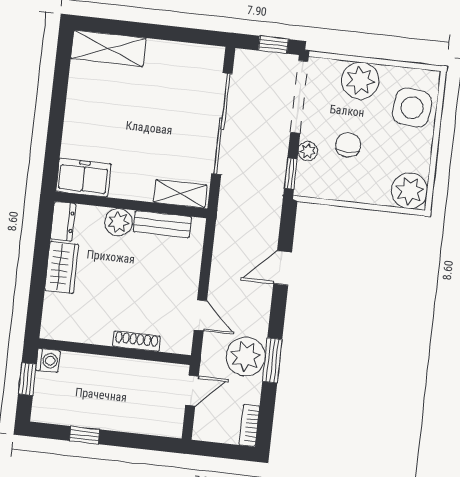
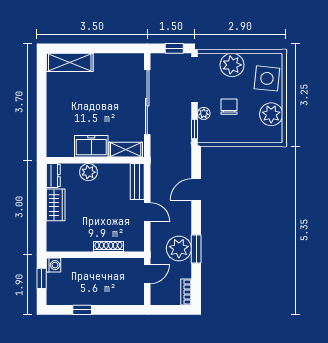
freezer: (83, 178) -> (91, 146), moved
plant: (409, 191) -> (271, 114), moved
bench: (162, 224) -> (137, 181), moved, turned 90
door: (200, 315) -> (147, 212), moved

